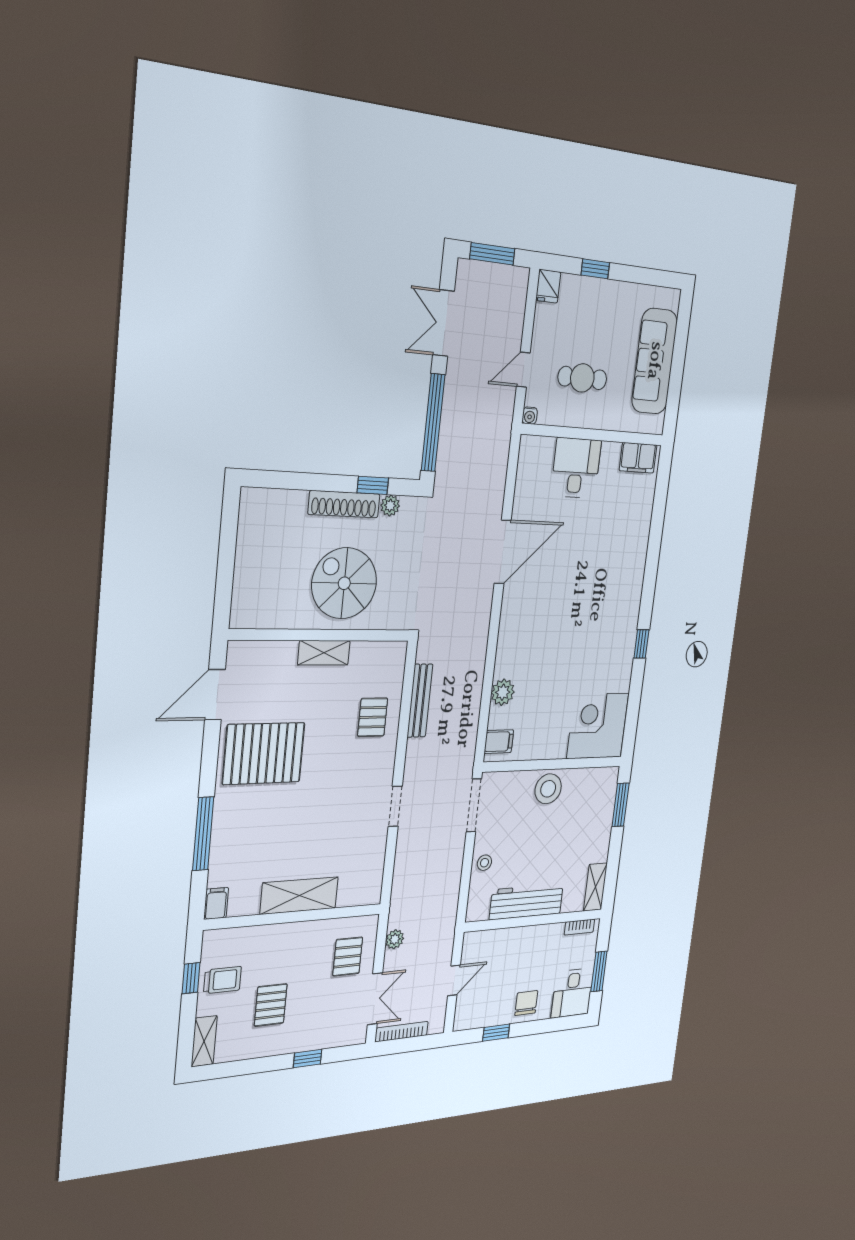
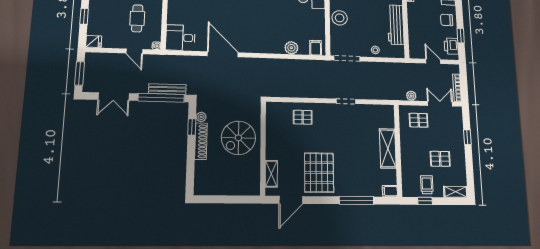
desk: (576, 468) -> (180, 38), moved
shelving: (324, 653) -> (271, 174), moved
door: (215, 695) -> (291, 200), hinge flipped
bench: (420, 701) -> (167, 89), moved
printer: (479, 1015) -> (451, 46), added

